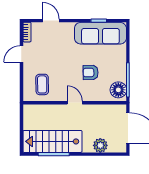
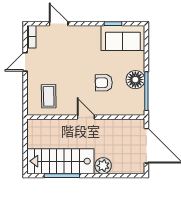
sofa: (100, 33) -> (123, 38), width x0.73
floor lamp: (118, 90) -> (135, 80), moved
plant: (100, 145) -> (103, 166), moved

